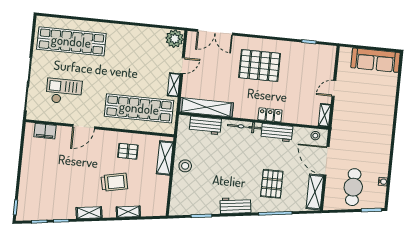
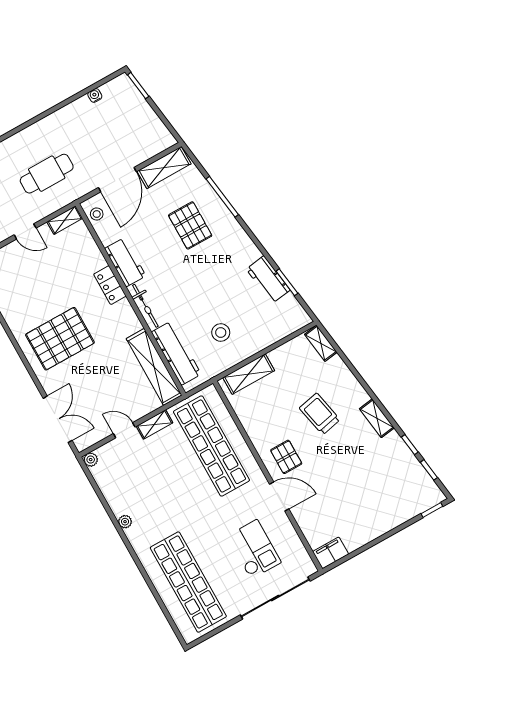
plant: (131, 30) -> (125, 522), added
plant: (175, 39) -> (91, 460), width x0.53, depth x0.53
pallet: (260, 66) -> (60, 339), turned 90
checkout: (64, 91) -> (254, 549), turned 180
workbench: (205, 125) -> (176, 353), width x1.38
filing cabinet: (45, 131) -> (331, 553), moved, turned -90
pallet: (128, 151) -> (286, 457), moved
stool: (185, 166) -> (221, 332), moved
pallet: (272, 184) -> (190, 225), turned 90
cafe table: (353, 187) -> (47, 174), moved
workbench: (236, 205) -> (268, 280), moved
shelving: (128, 212) -> (321, 343), moved

